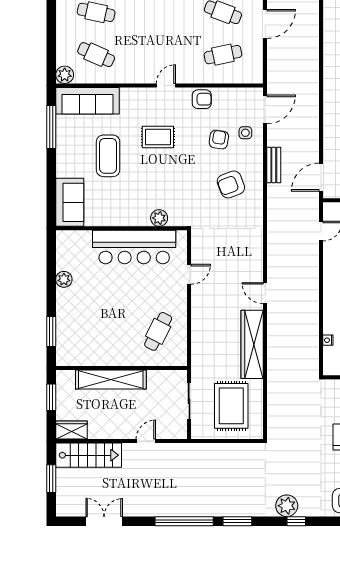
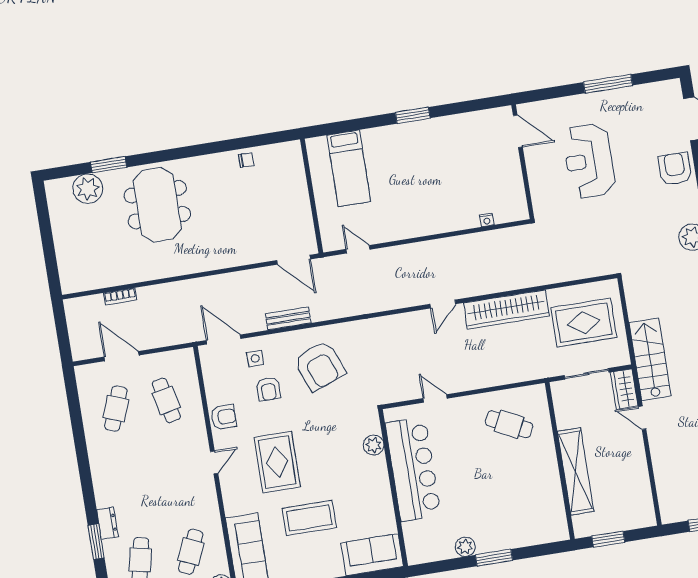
bookcase: (314, 31) -> (120, 296), added
door: (166, 85) -> (214, 463), swing flipped
armchair: (202, 99) -> (224, 417), turned 90
rug: (158, 137) -> (277, 462), width x1.36, depth x1.43
armchair: (219, 139) -> (268, 389), turned -99
armchair: (231, 184) -> (320, 366), width x1.36, depth x1.36
window: (51, 331) -> (494, 558), moved
wardrobe: (71, 430) -> (624, 389), moved
stairs: (89, 455) -> (650, 359), moved

